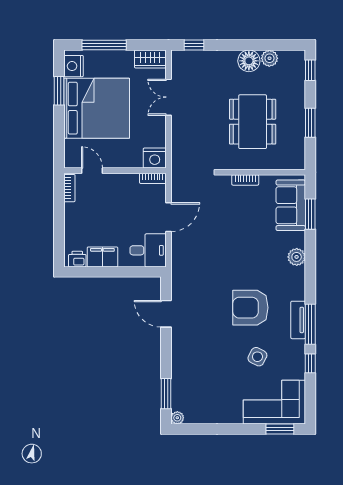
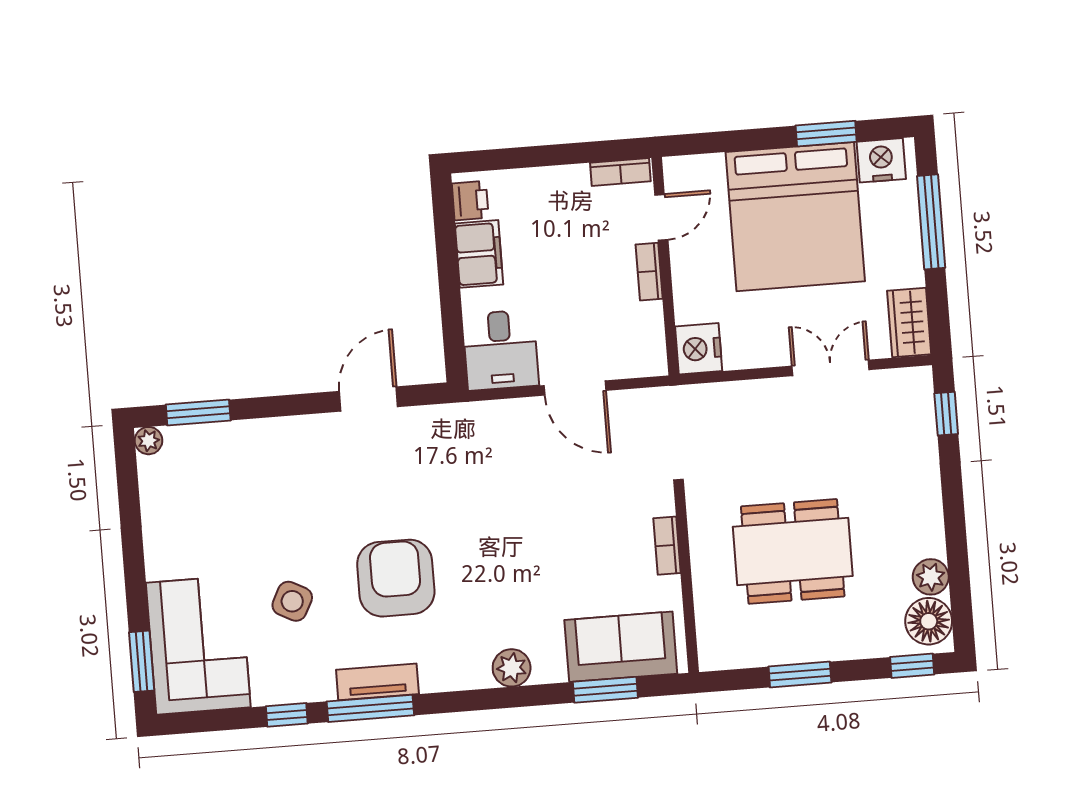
floor lamp: (249, 61) -> (929, 621), moved
bookcase: (153, 178) -> (649, 272), moved

